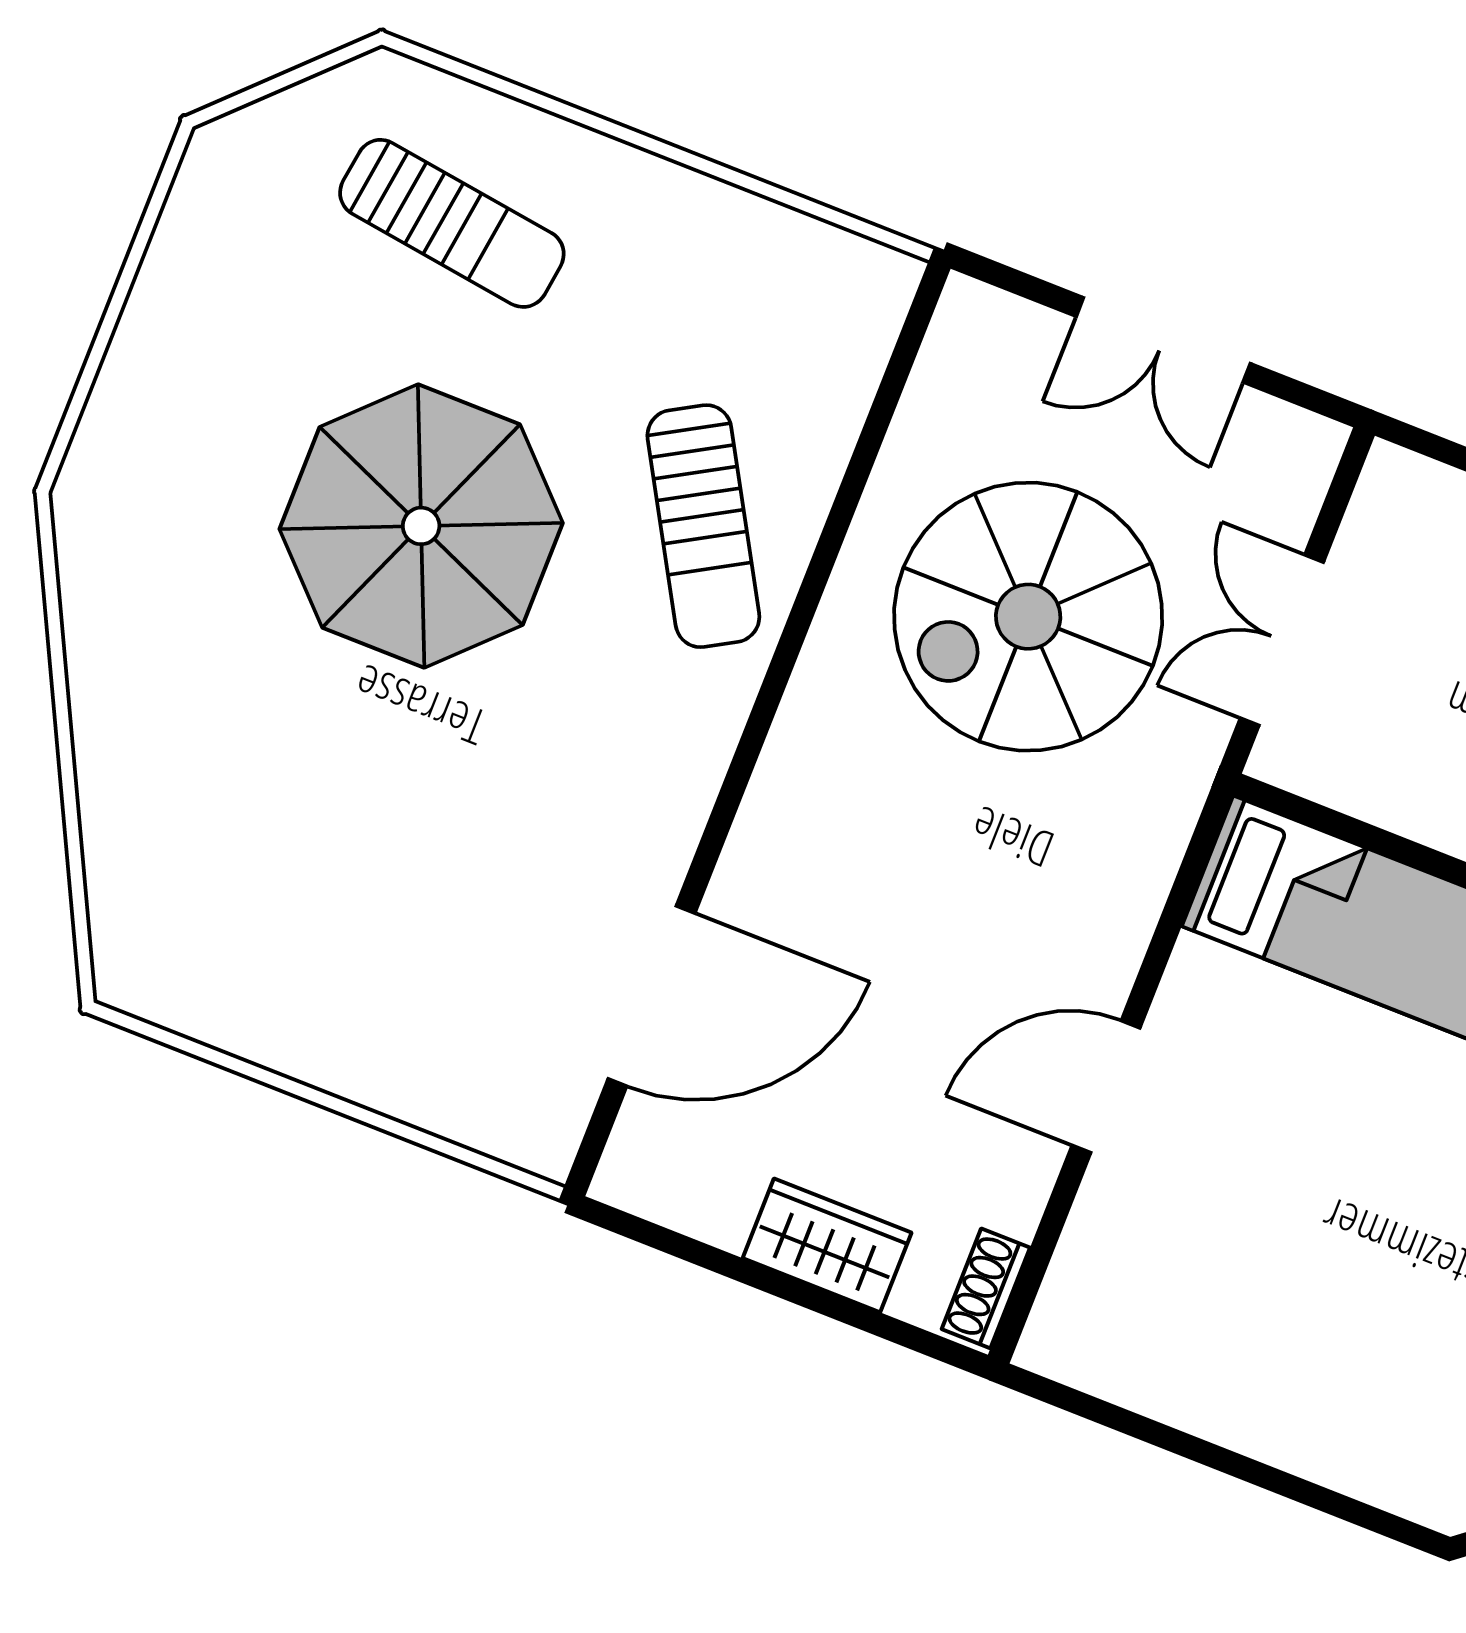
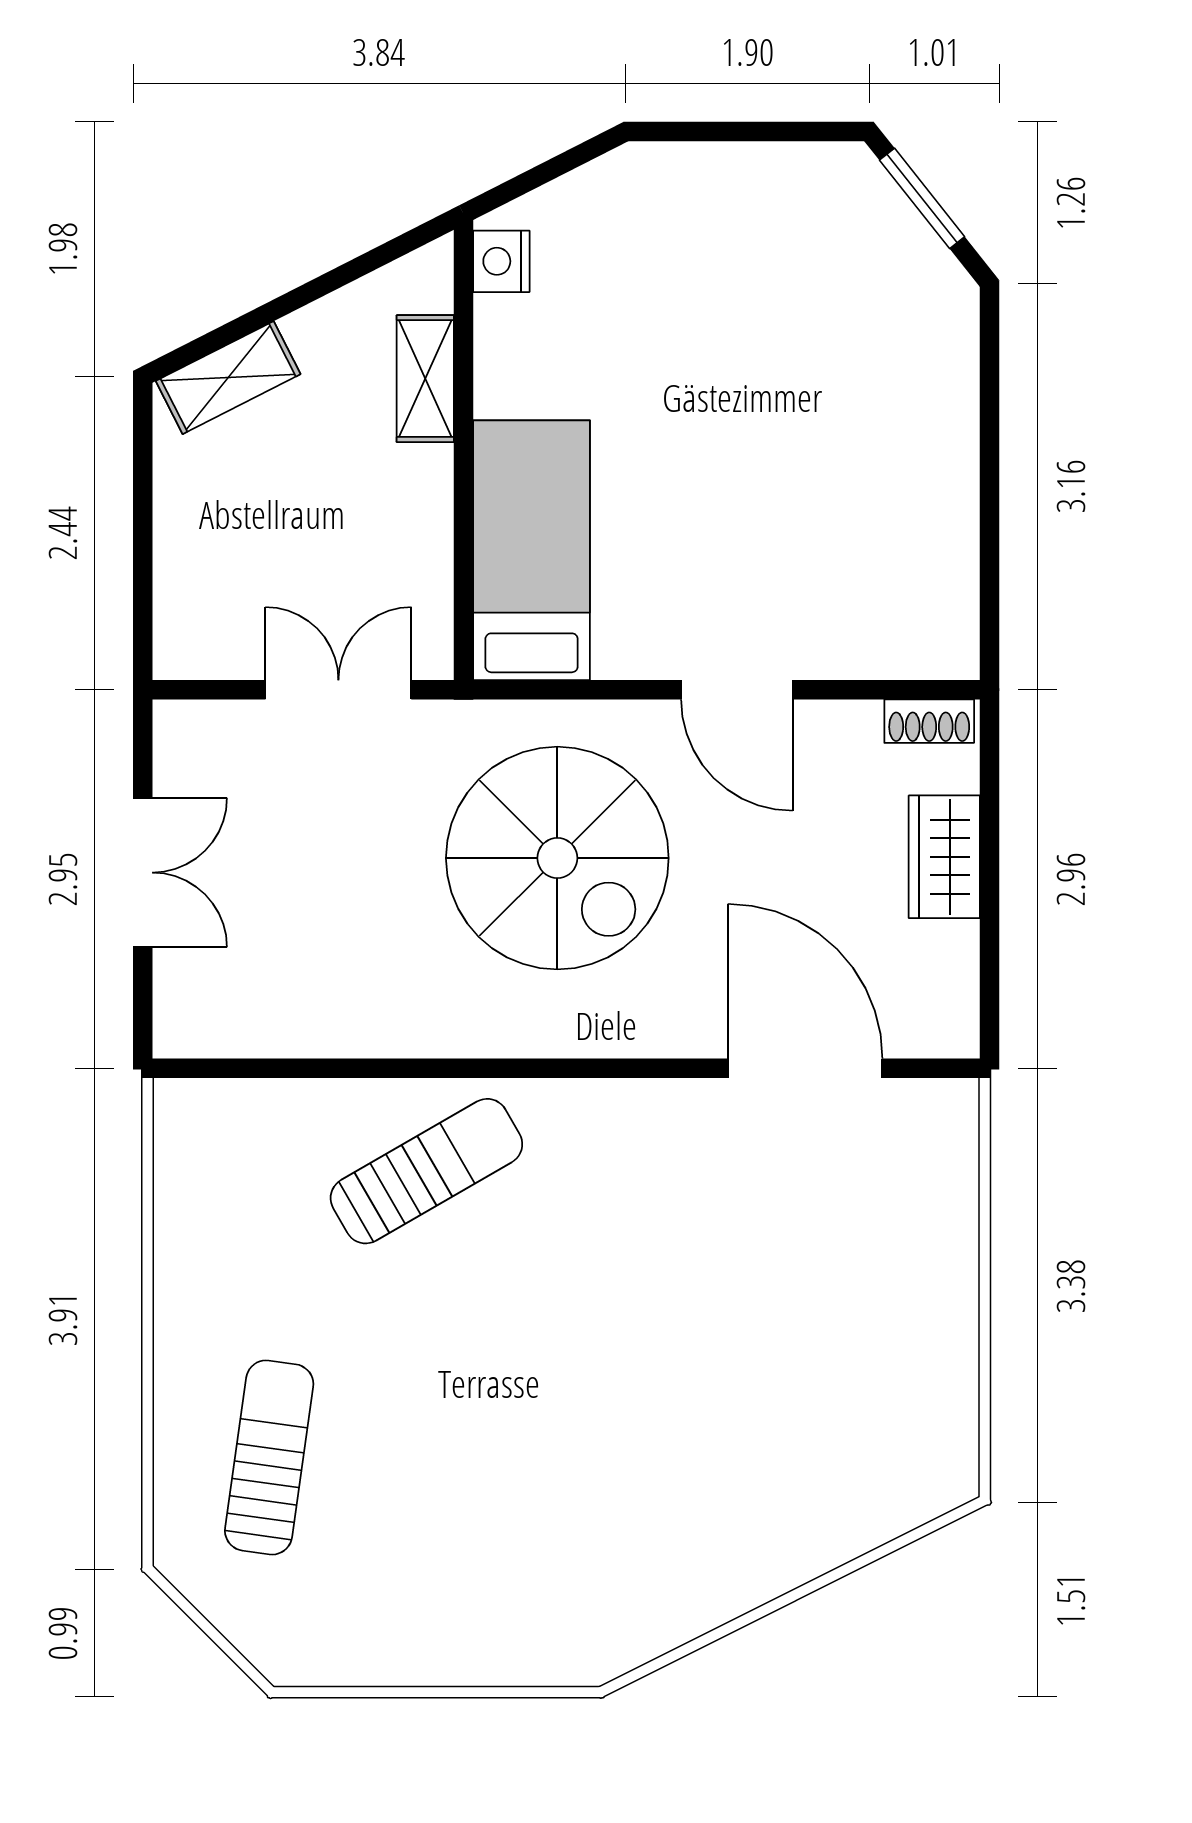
parasol: (421, 526) -> (512, 1389), removed
spiral stairs: (1028, 617) -> (557, 858), moved
double door: (1282, 640) -> (338, 690), swing flipped

